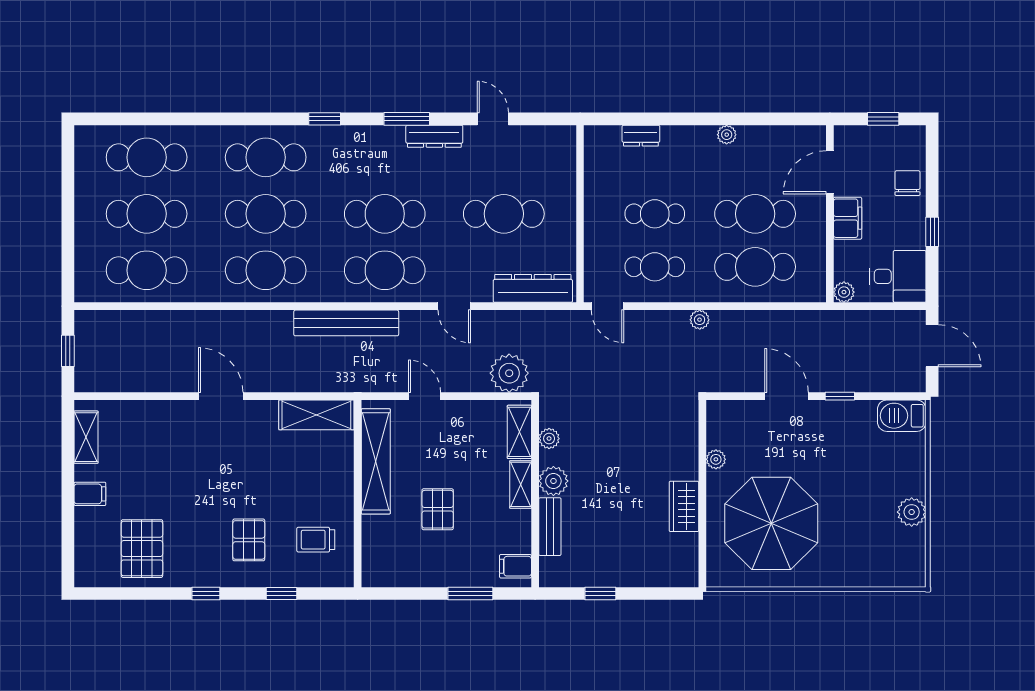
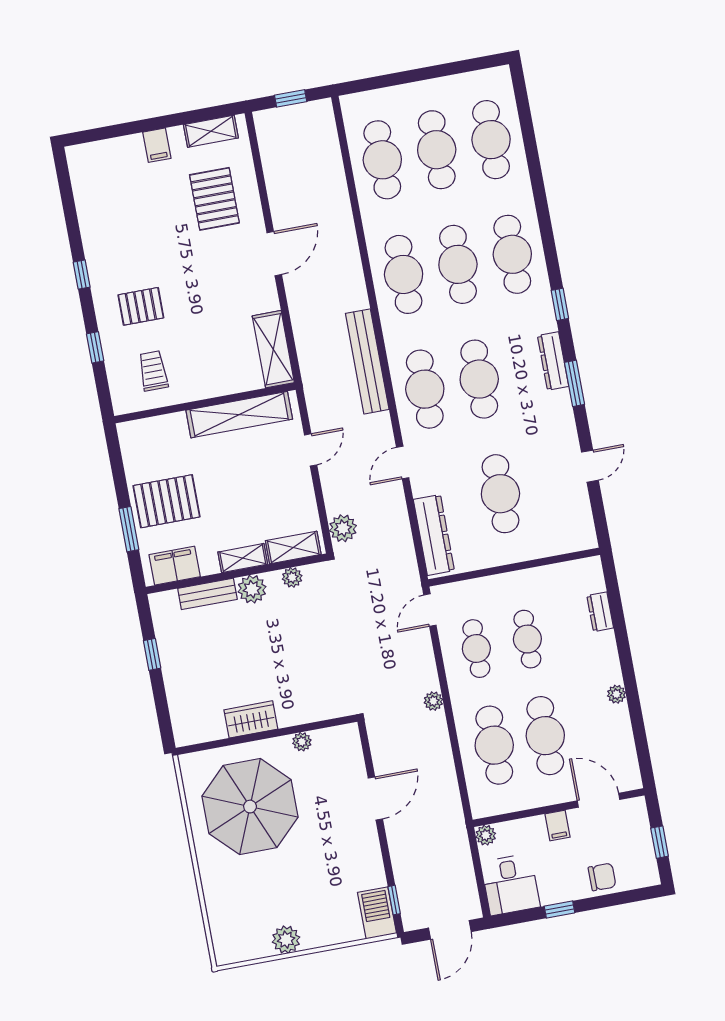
dresser: (434, 136) -> (553, 361), moved
filing cabinet: (848, 218) -> (558, 826), width x0.50
plant: (509, 373) -> (343, 528), width x0.73, depth x0.73
window: (840, 396) -> (394, 900), moved
pallet: (438, 509) -> (167, 501), moved, width x1.50, depth x1.42
pallet: (142, 549) -> (214, 199), moved, turned 90
filing cabinet: (515, 566) -> (175, 566), width x2.00

